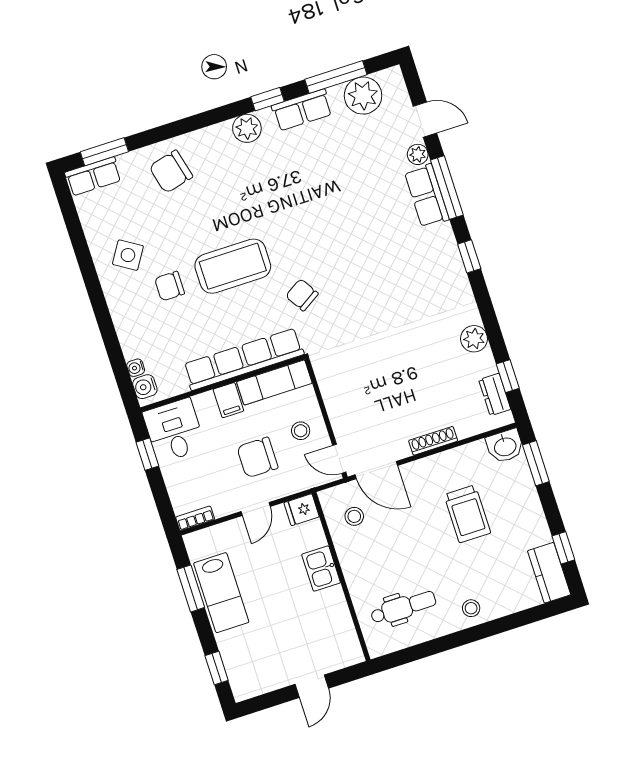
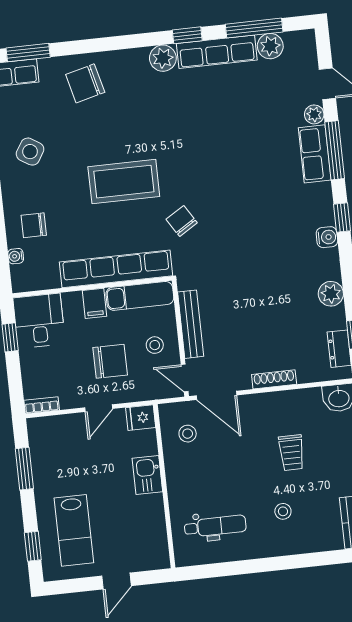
plant: (363, 96) -> (270, 46), width x0.73, depth x0.73
row of seats: (302, 110) -> (217, 52), width x1.48
chair: (170, 286) -> (34, 225), moved
water cooler: (145, 387) -> (327, 237), moved, turned 180
bench: (334, 401) -> (191, 324), added
chair: (257, 457) -> (110, 361), turned 180
trolley: (467, 514) -> (292, 453), width x0.73, depth x0.72
lab bench: (221, 593) -> (74, 530), moved
stool: (471, 608) -> (283, 511), moved

